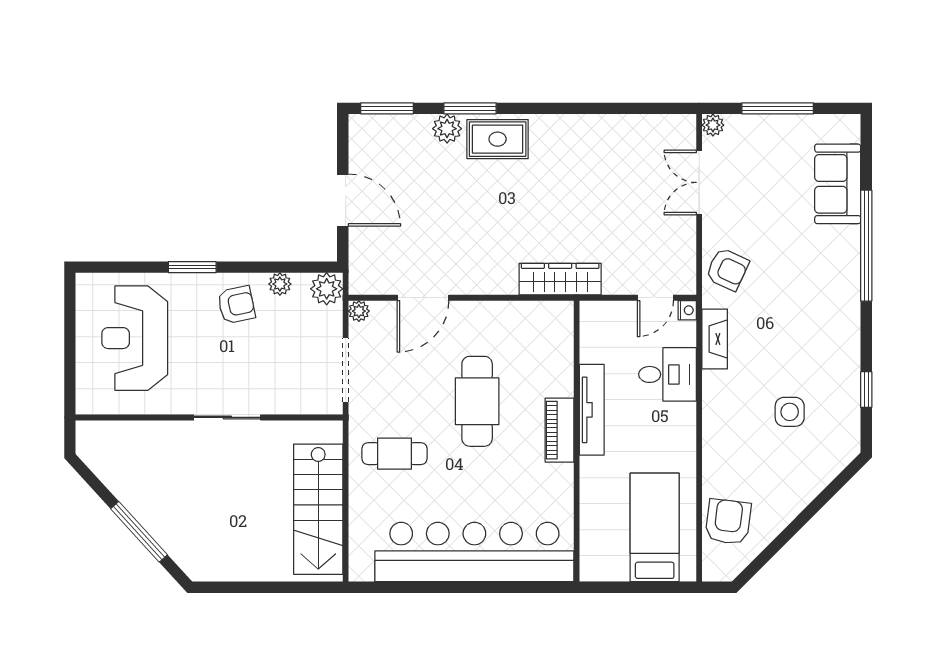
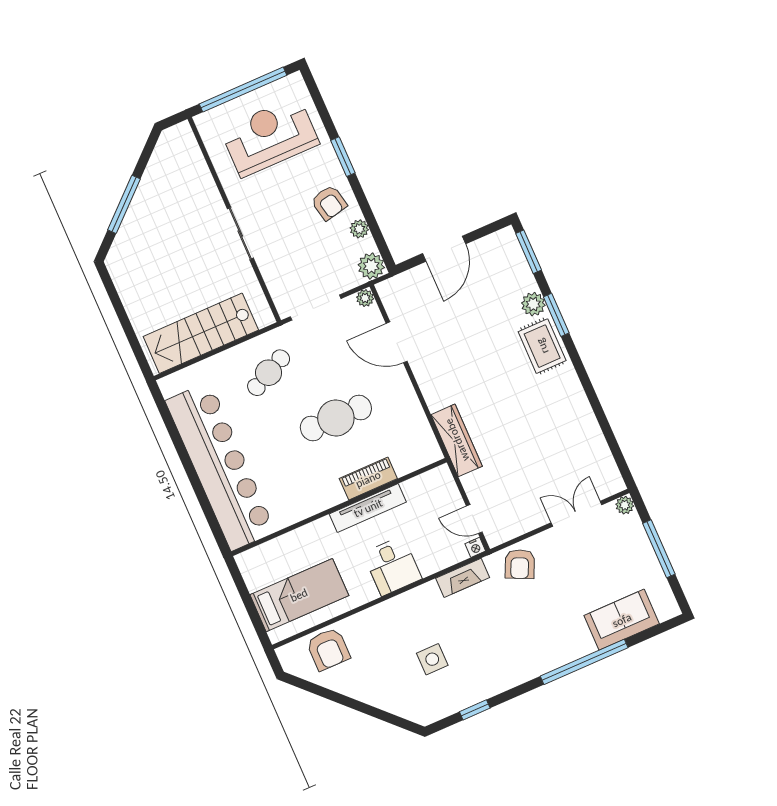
window: (70, 345) -> (243, 90), added
desk: (668, 374) -> (392, 566), moved
piano: (560, 430) -> (368, 479), moved
cafe table: (394, 454) -> (269, 373), turned 64
armchair: (728, 522) -> (328, 649), turned 83

